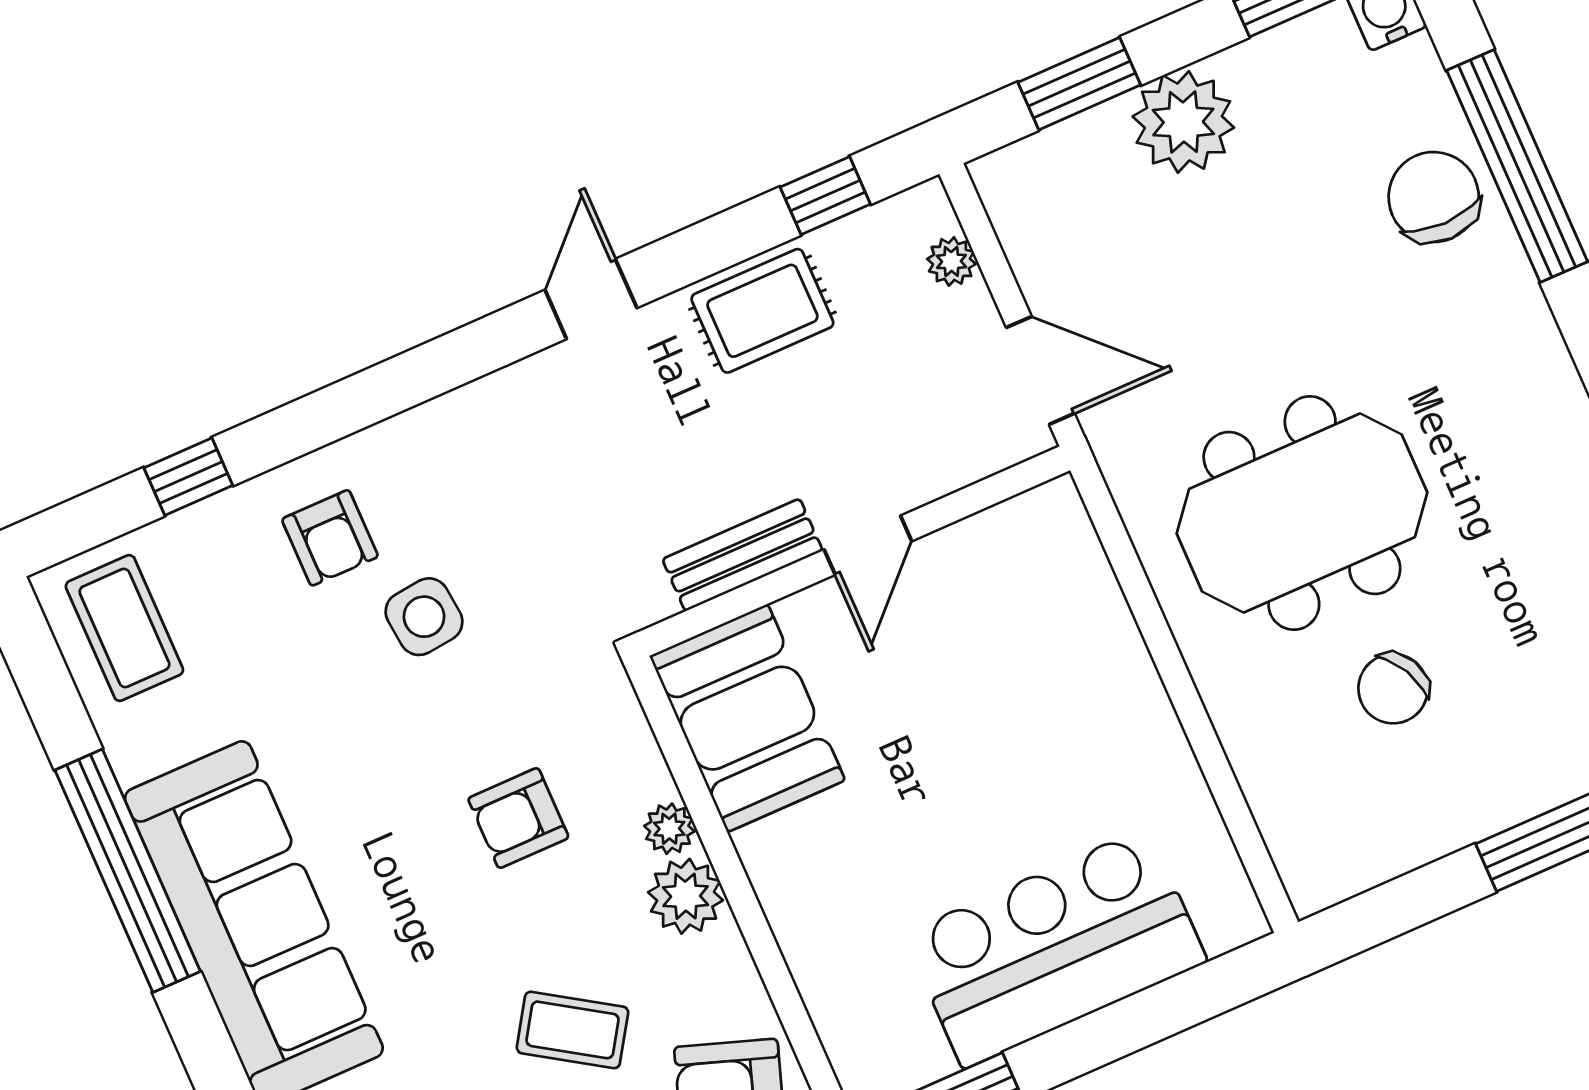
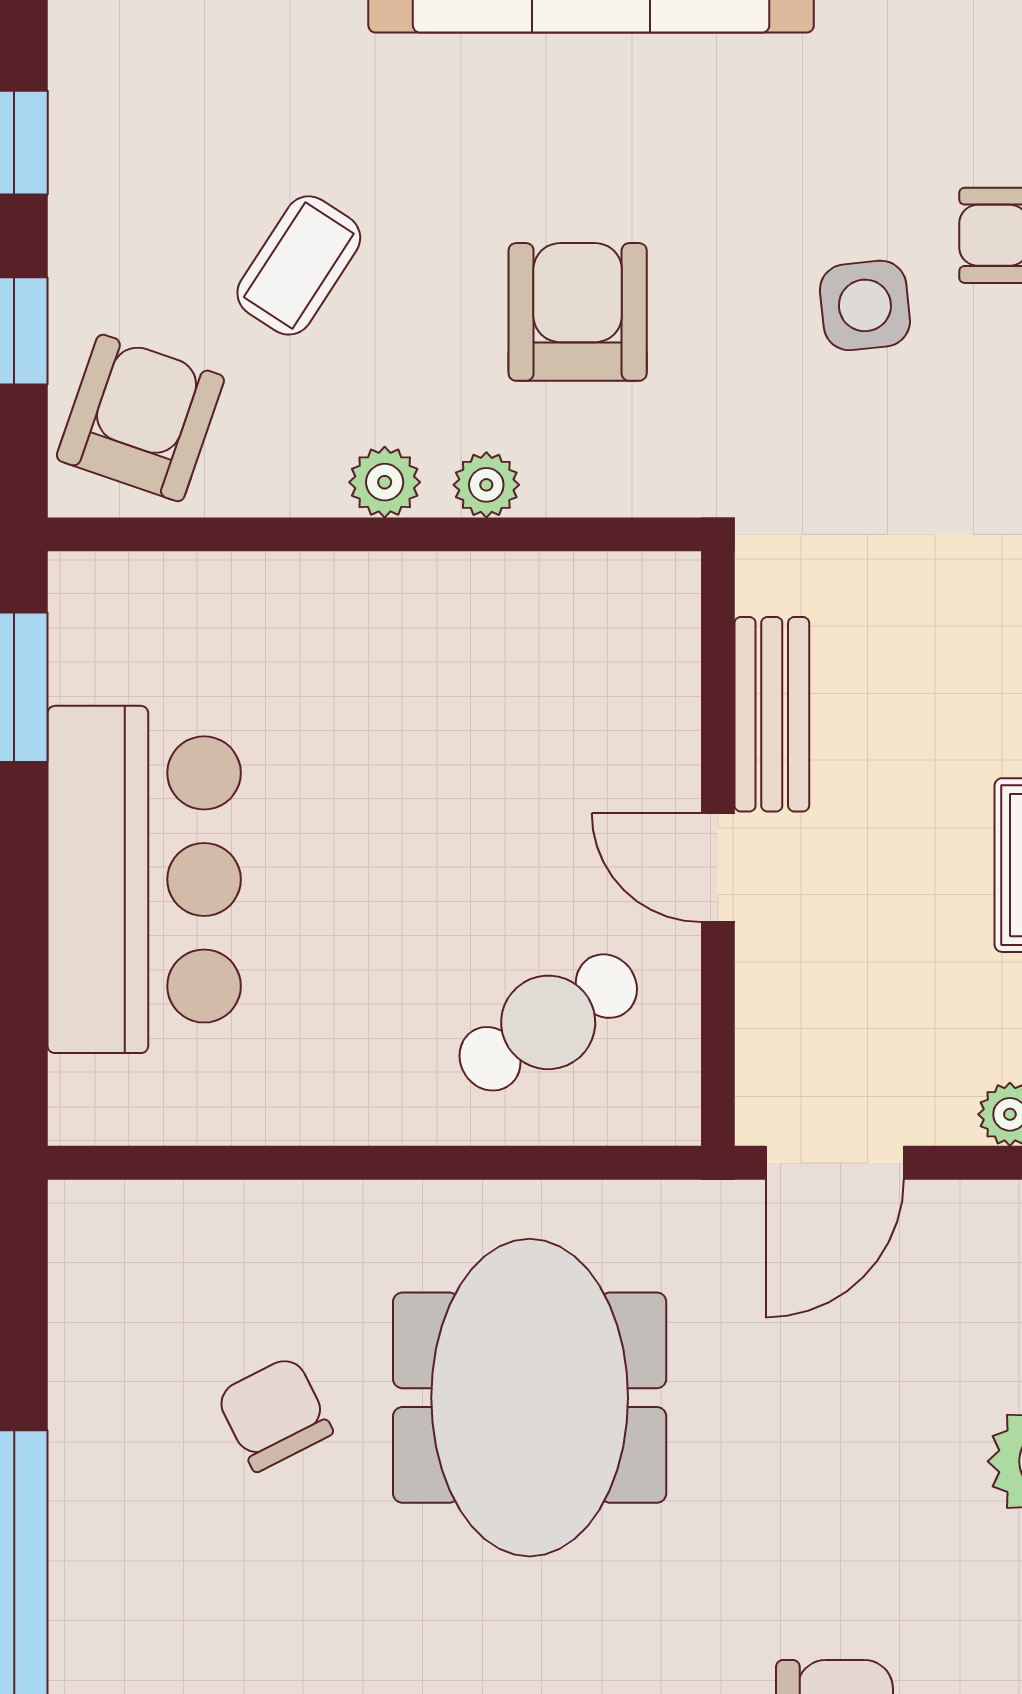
cafe table: (1031, 617) -> (548, 1022), added
booth: (747, 718) -> (576, 635), removed
armchair: (518, 818) -> (578, 312), width x1.38, depth x1.38
plant: (686, 896) -> (385, 482), width x0.73, depth x0.73

